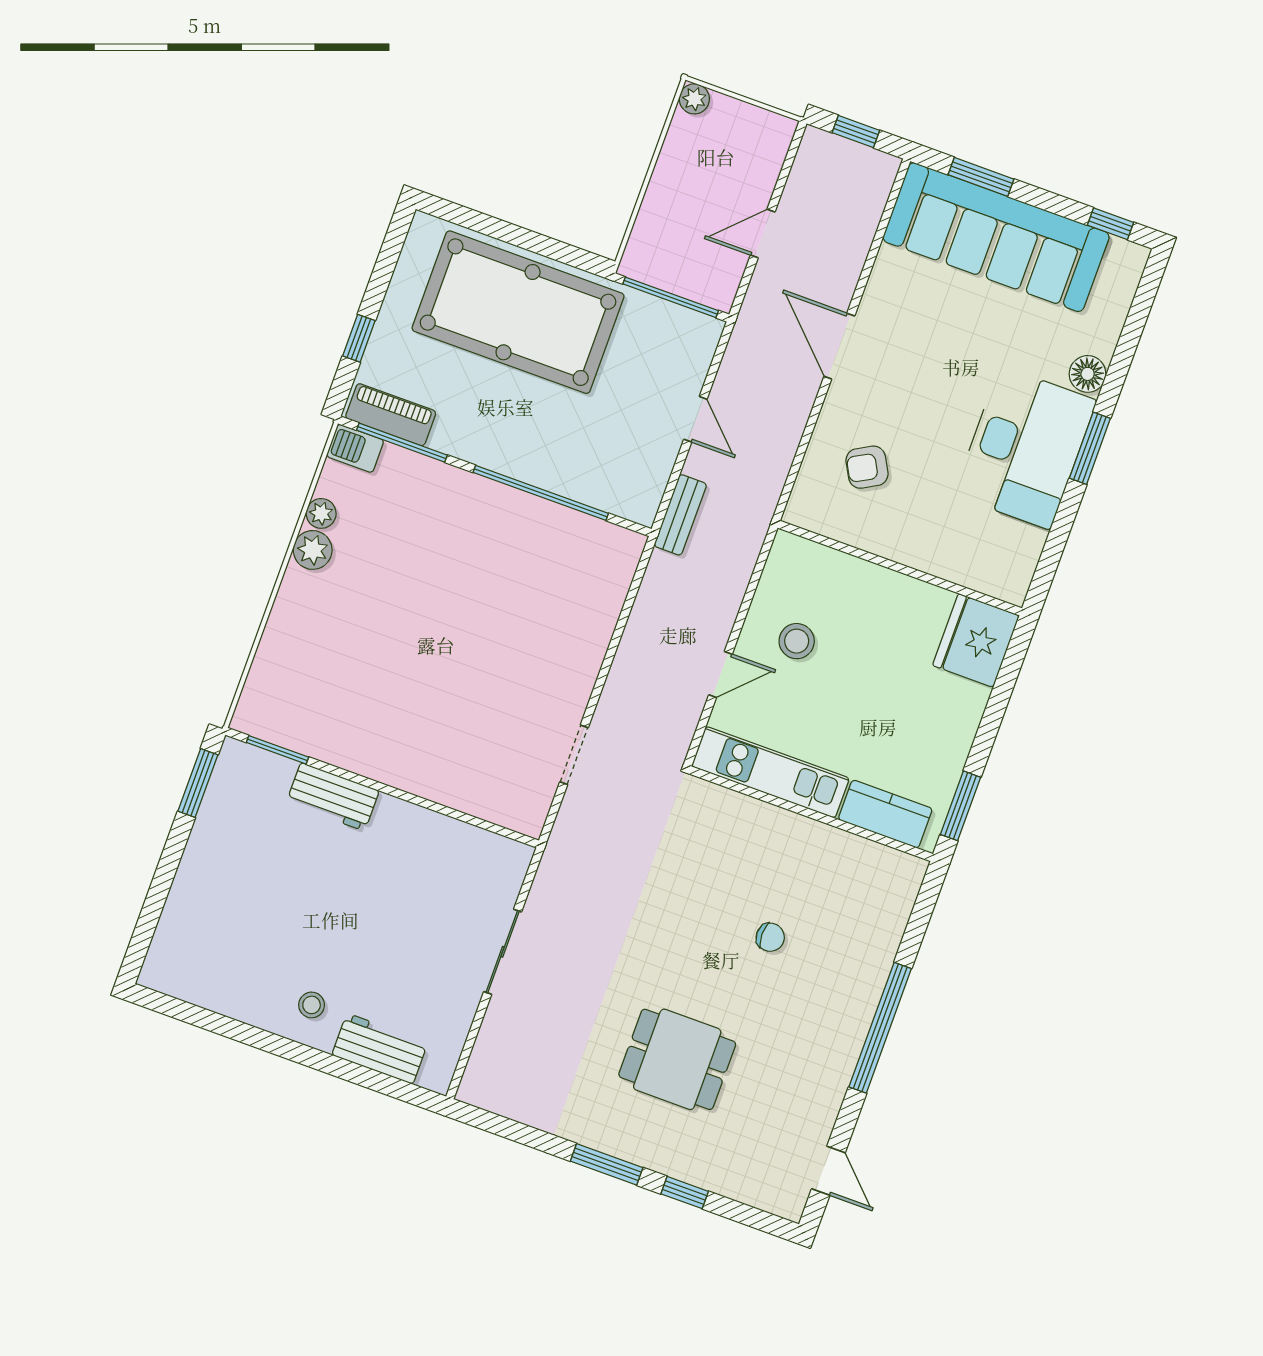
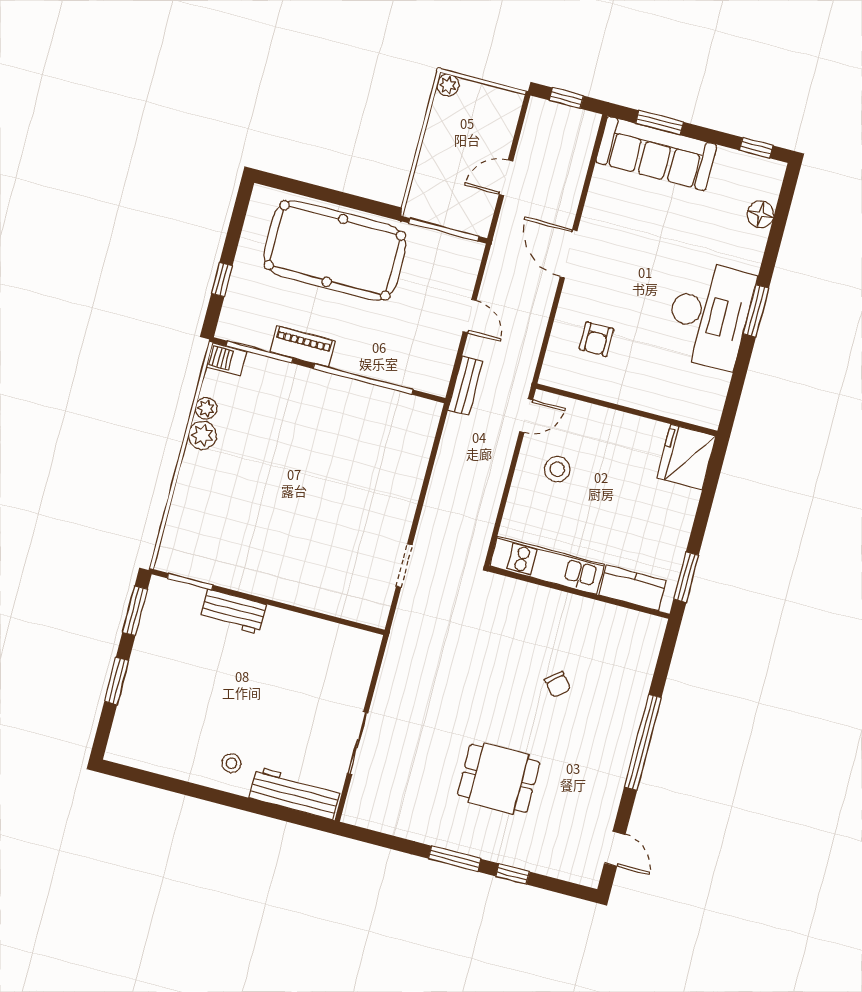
sofa: (996, 237) -> (656, 153), width x0.74, depth x0.79
floor lamp: (1088, 374) -> (761, 214), moved
piano: (391, 415) -> (303, 346), moved
armchair: (867, 467) -> (596, 339), turned -61
door: (720, 674) -> (526, 416), moved
window: (164, 877) -> (117, 681), added
chair: (770, 937) -> (558, 684), turned 50
sliding door: (503, 952) -> (358, 743), moved
workbench: (380, 1049) -> (295, 793), width x1.38

